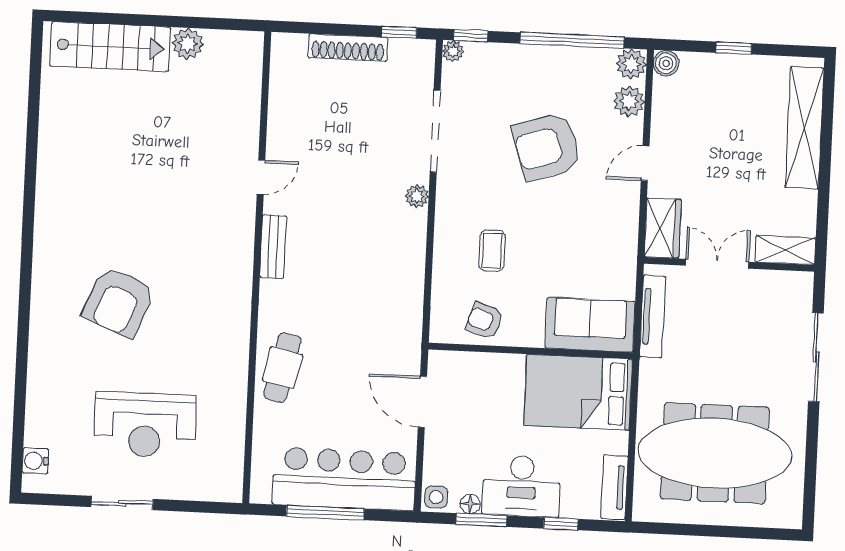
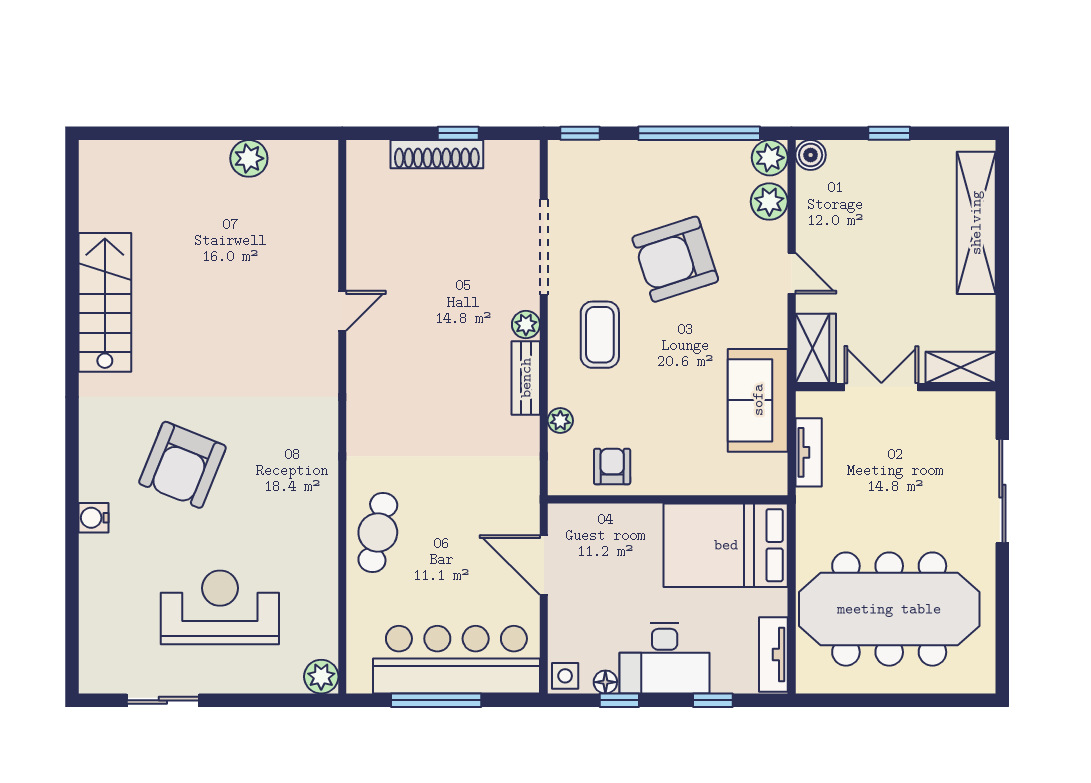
window: (399, 32) -> (458, 133), moved
stairs: (110, 47) -> (105, 302), moved, turned -90
plant: (453, 51) -> (560, 421), moved
door: (645, 163) -> (792, 273), swing flipped
bench: (273, 247) -> (526, 378), moved
coffee table: (492, 251) -> (600, 335), moved, width x1.36, depth x1.30
tv unit: (652, 316) -> (809, 452), width x0.71
armchair: (485, 321) -> (612, 467), turned 72
sofa: (590, 325) -> (758, 400), moved, turned -90
reception desk: (145, 425) -> (220, 607), turned 180
water cooler: (35, 461) -> (94, 518), moved
plant: (228, 488) -> (321, 677), added
sliding door: (122, 503) -> (163, 700), moved
window: (481, 520) -> (619, 700), width x0.67

